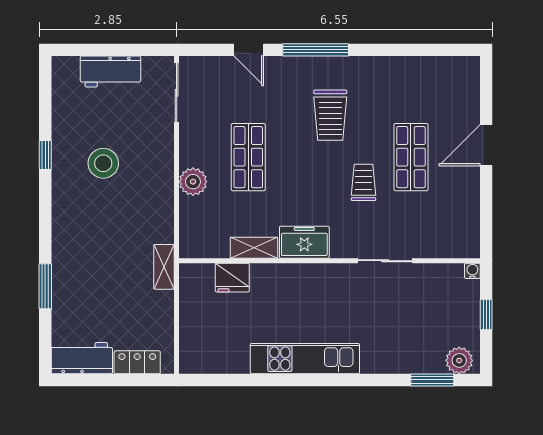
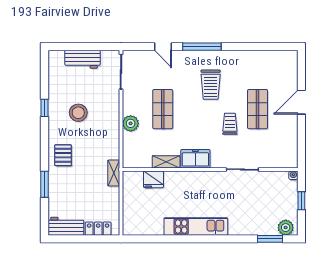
pallet: (77, 236) -> (63, 155), added

